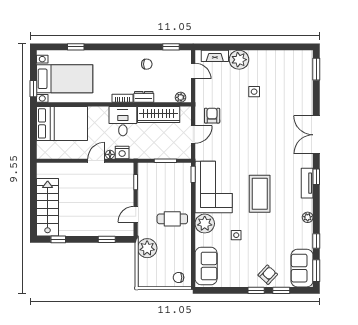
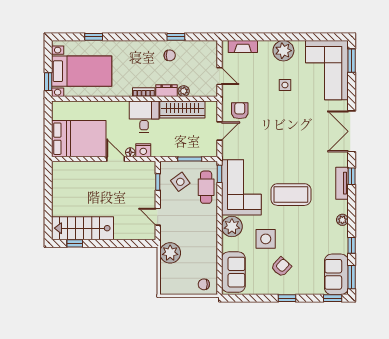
window: (171, 47) -> (176, 37), moved
plant: (239, 60) -> (283, 51), moved
door: (193, 71) -> (220, 76), moved
corner sofa: (293, 78) -> (327, 70), added
plant: (181, 97) -> (184, 91), moved
bed: (62, 123) -> (79, 139), moved
door: (96, 161) -> (116, 159), hinge flipped
side table: (157, 182) -> (180, 182), added
coffee table: (260, 194) -> (291, 195), turned 90
stairs: (48, 207) -> (82, 228), moved, turned -90
door: (136, 214) -> (158, 217), hinge flipped
cafe table: (172, 219) -> (206, 187), moved, turned 90
side table: (236, 235) -> (266, 239), width x1.87, depth x1.87
window: (107, 239) -> (127, 243), removed
armchair: (268, 275) -> (281, 267), moved
window: (281, 290) -> (333, 298), moved

